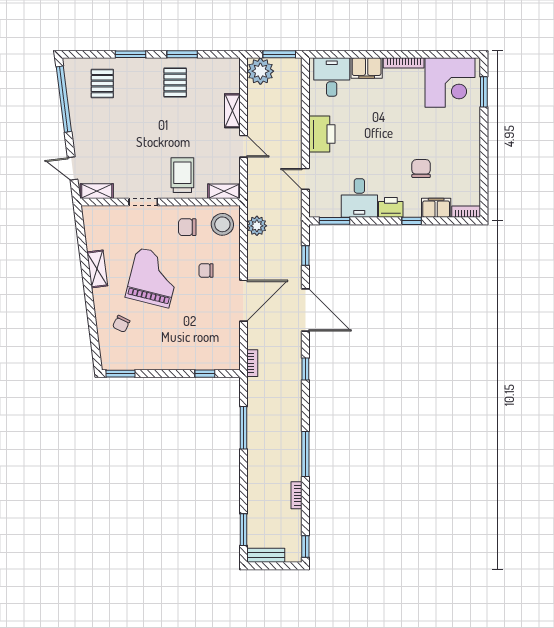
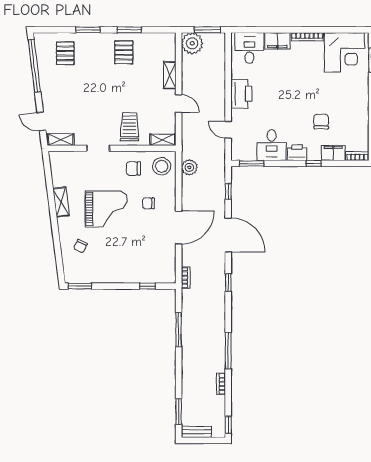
grand piano: (153, 278) -> (106, 209), turned 76

